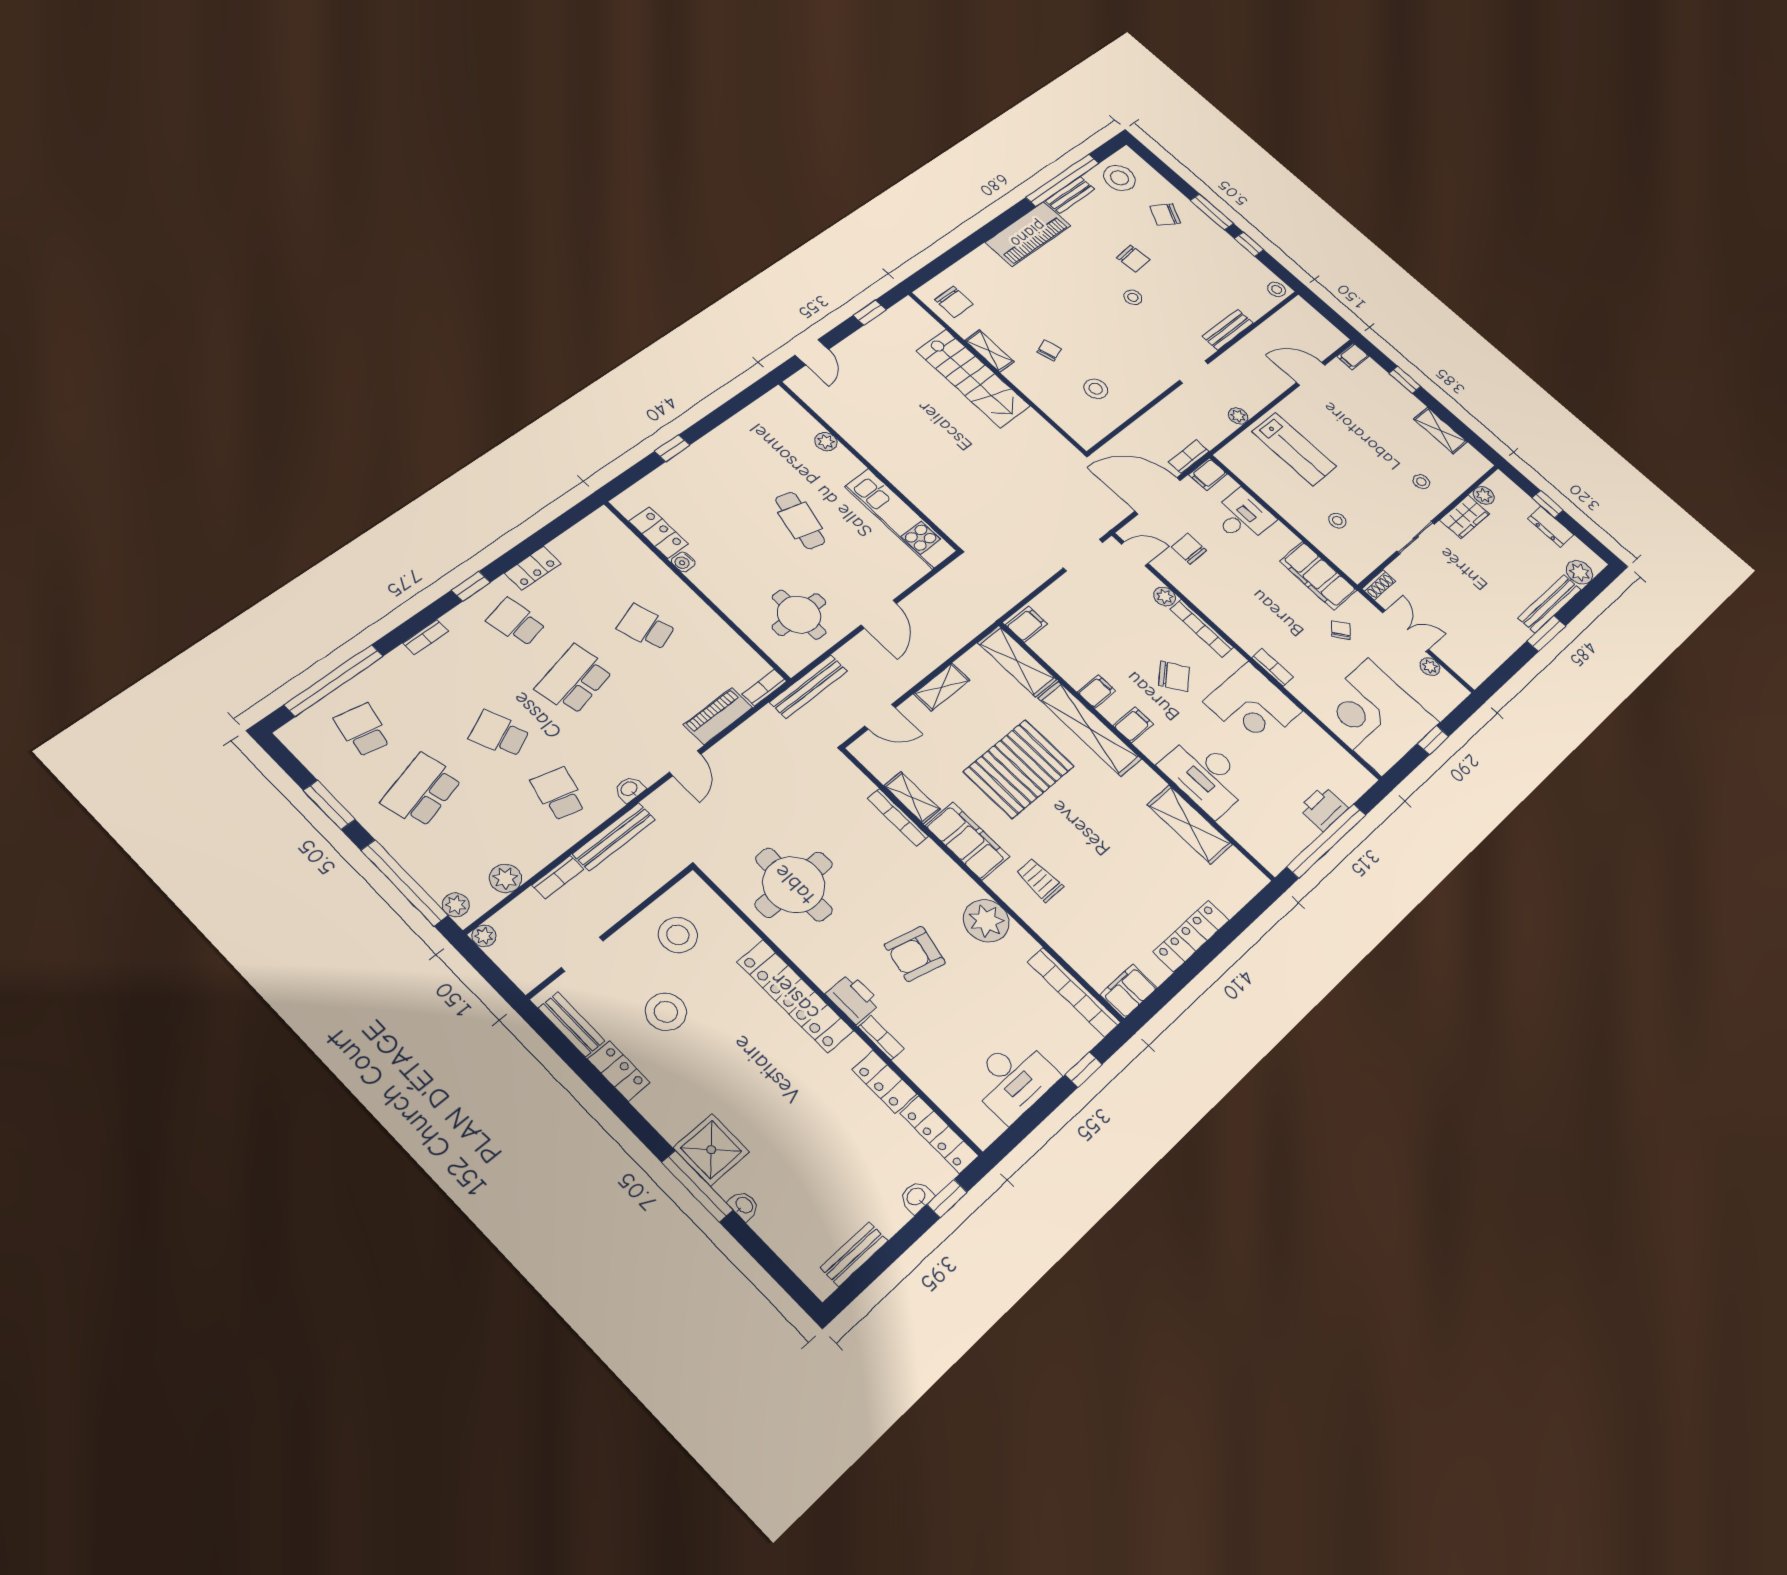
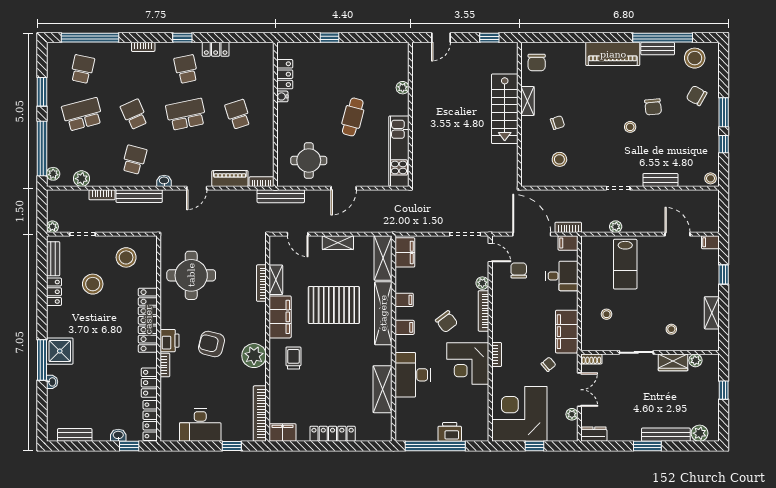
dresser: (1551, 527) -> (594, 434), moved, turned 90
filing cabinet: (1026, 624) -> (405, 252), width x2.00
plant: (484, 936) -> (52, 227), moved

